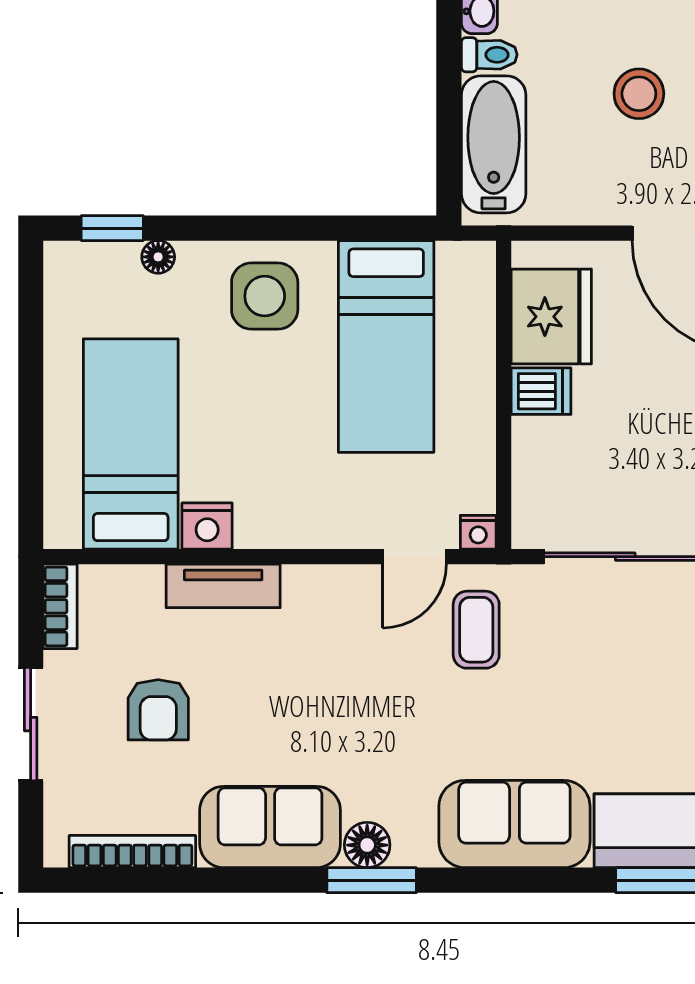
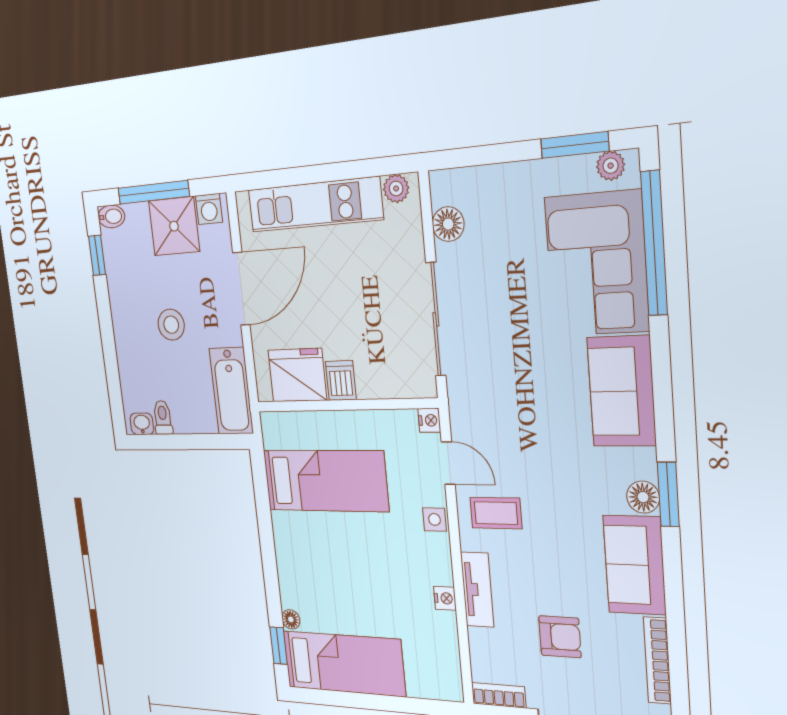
bathtub: (494, 144) -> (231, 391), moved, turned -90
side table: (265, 296) -> (434, 519), moved, width x0.54, depth x0.54
bed: (131, 444) -> (344, 664), moved, turned 180
nightstand: (207, 526) -> (445, 598), width x0.72, depth x0.74
coffee table: (476, 630) -> (496, 513), moved

